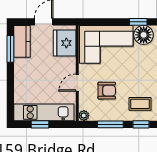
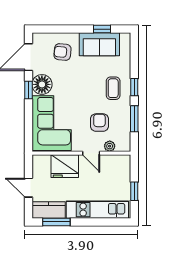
fridge: (65, 43) -> (65, 166), moved
kitchen unit: (44, 112) -> (97, 210), moved, turned 90
plant: (84, 116) -> (110, 146), moved

